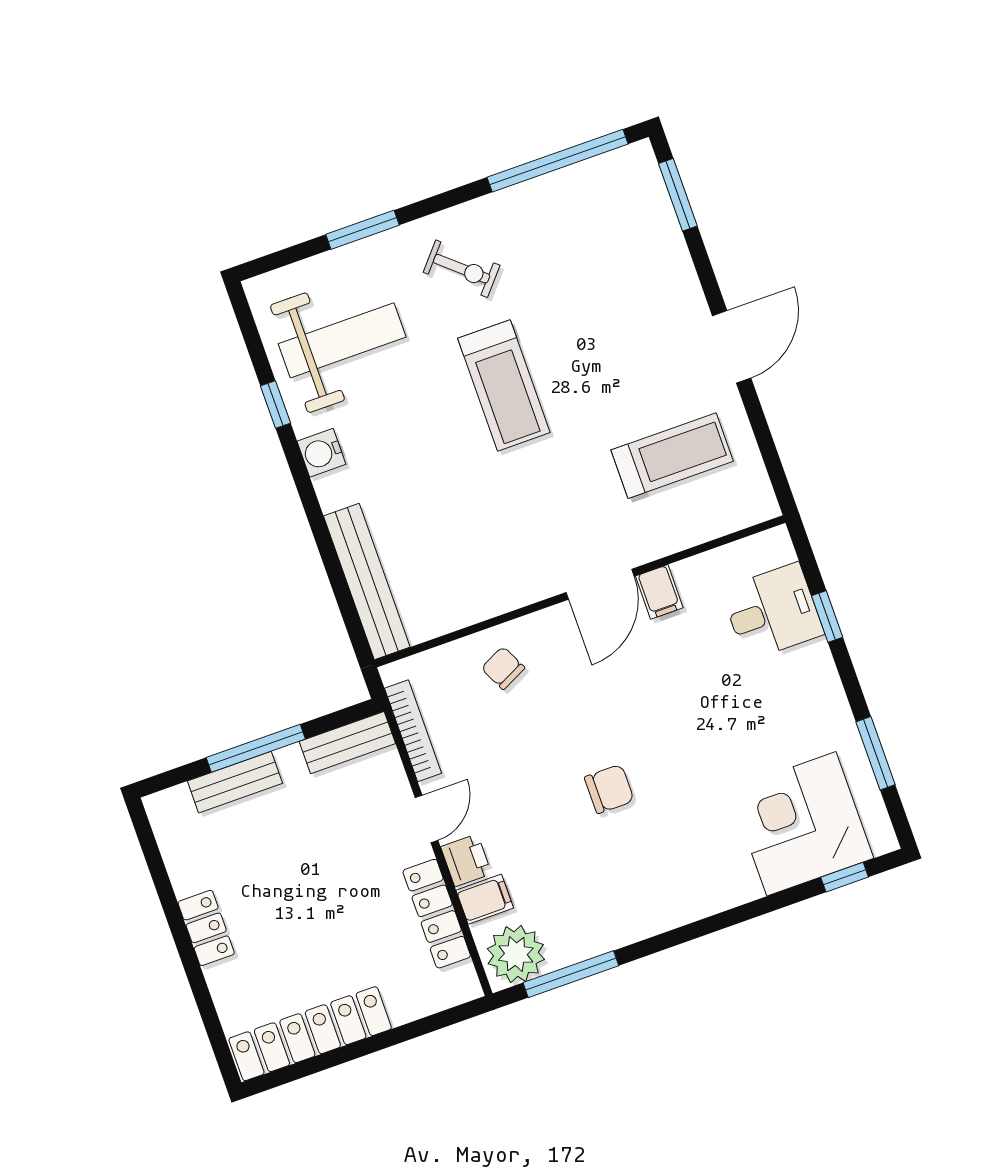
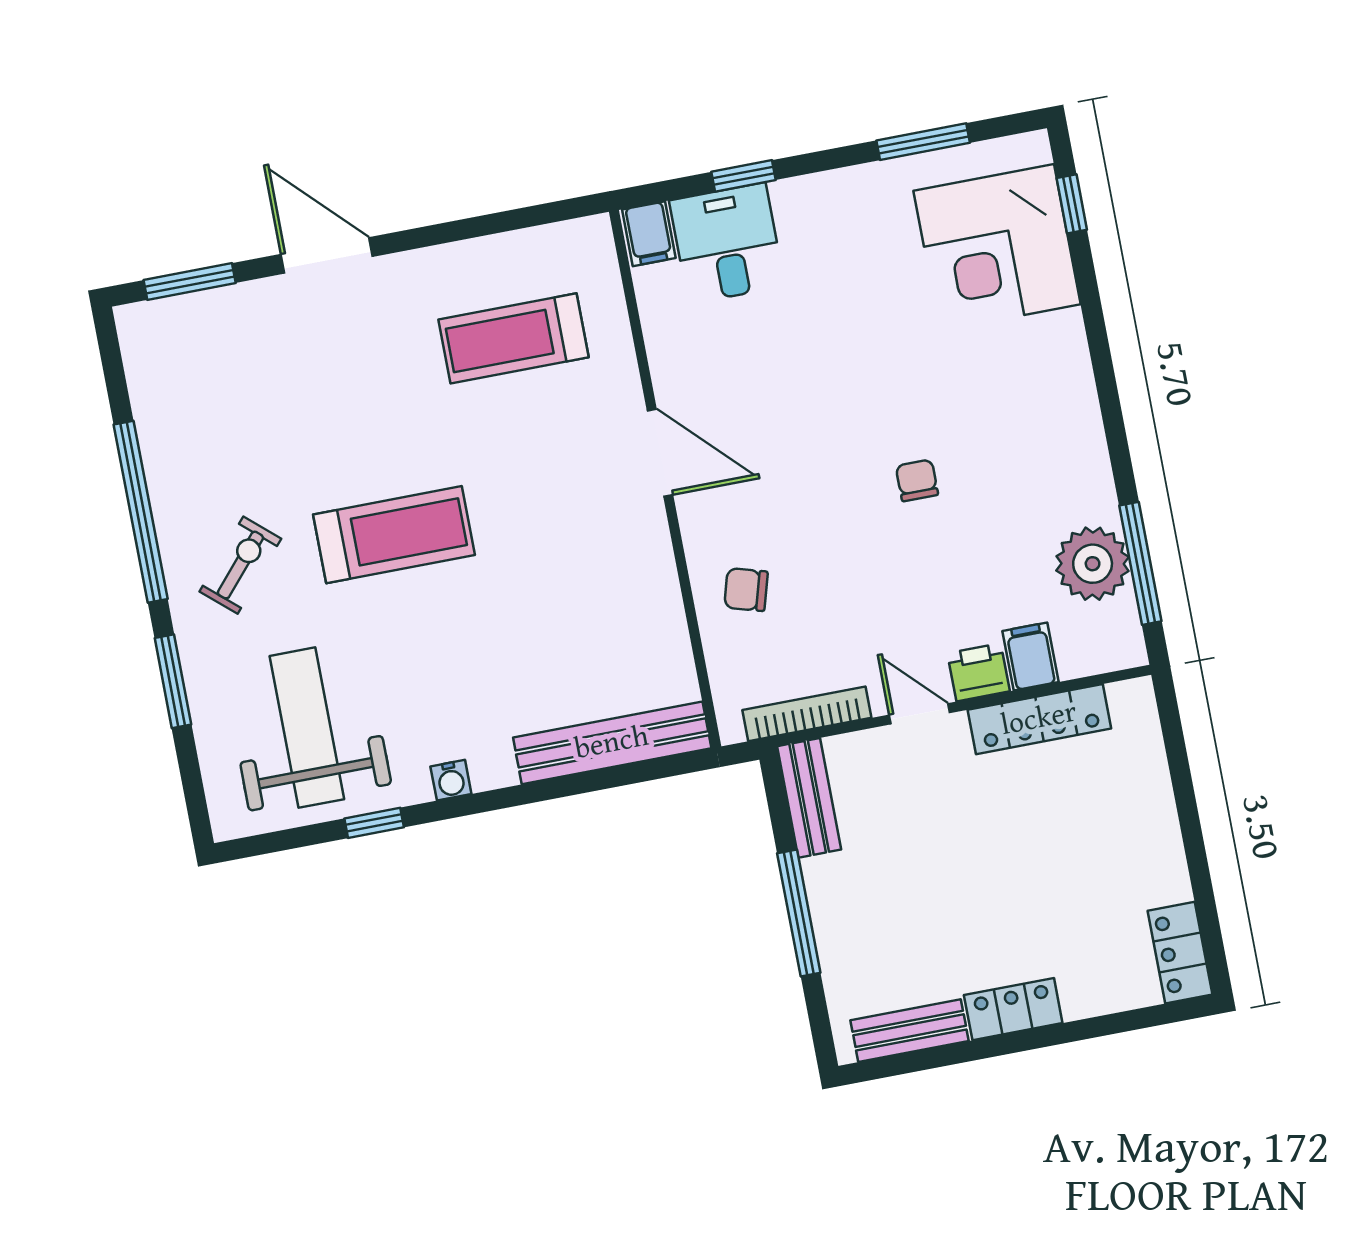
window: (558, 161) -> (141, 512), moved
door: (732, 347) -> (327, 255), moved
water cooler: (321, 453) -> (451, 780), width x0.72, depth x0.72
treadmill: (672, 456) -> (514, 338), turned -90
filing cabinet: (659, 592) -> (649, 234), moved, turned 90
chair: (503, 668) -> (746, 590), turned 42
bench: (235, 782) -> (910, 1031), moved, turned 90
chair: (609, 789) -> (917, 480), width x0.73, depth x0.73
plant: (516, 954) -> (1093, 564), moved
locker: (310, 1034) -> (1180, 953), width x0.46, depth x0.83

